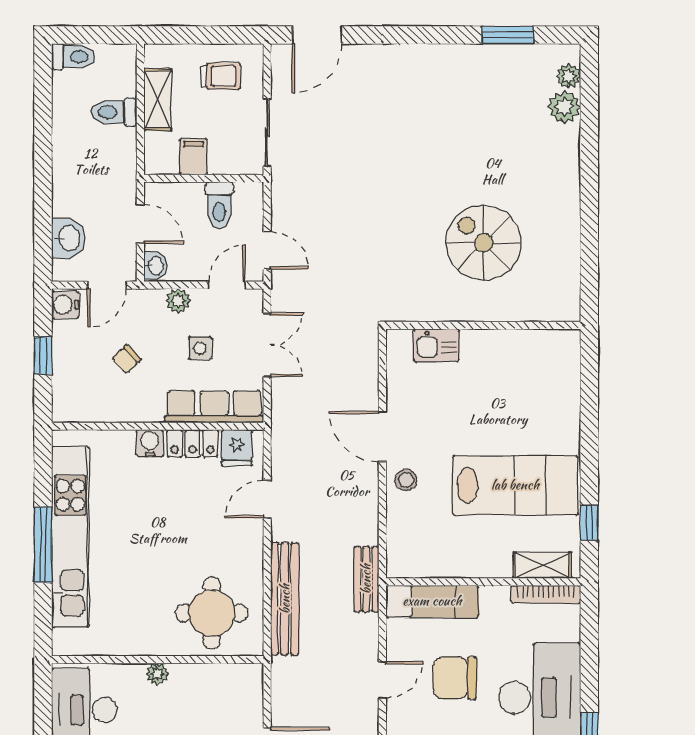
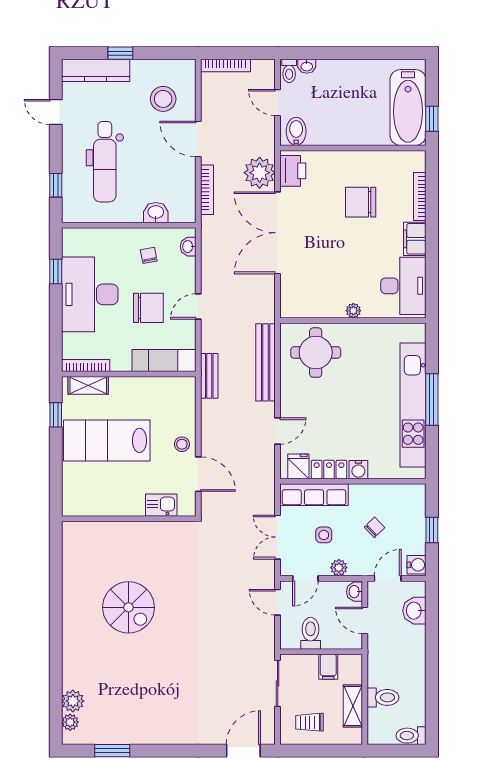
wall: (483, 325) -> (129, 519), moved
kitchen sink: (436, 345) -> (161, 505), moved

